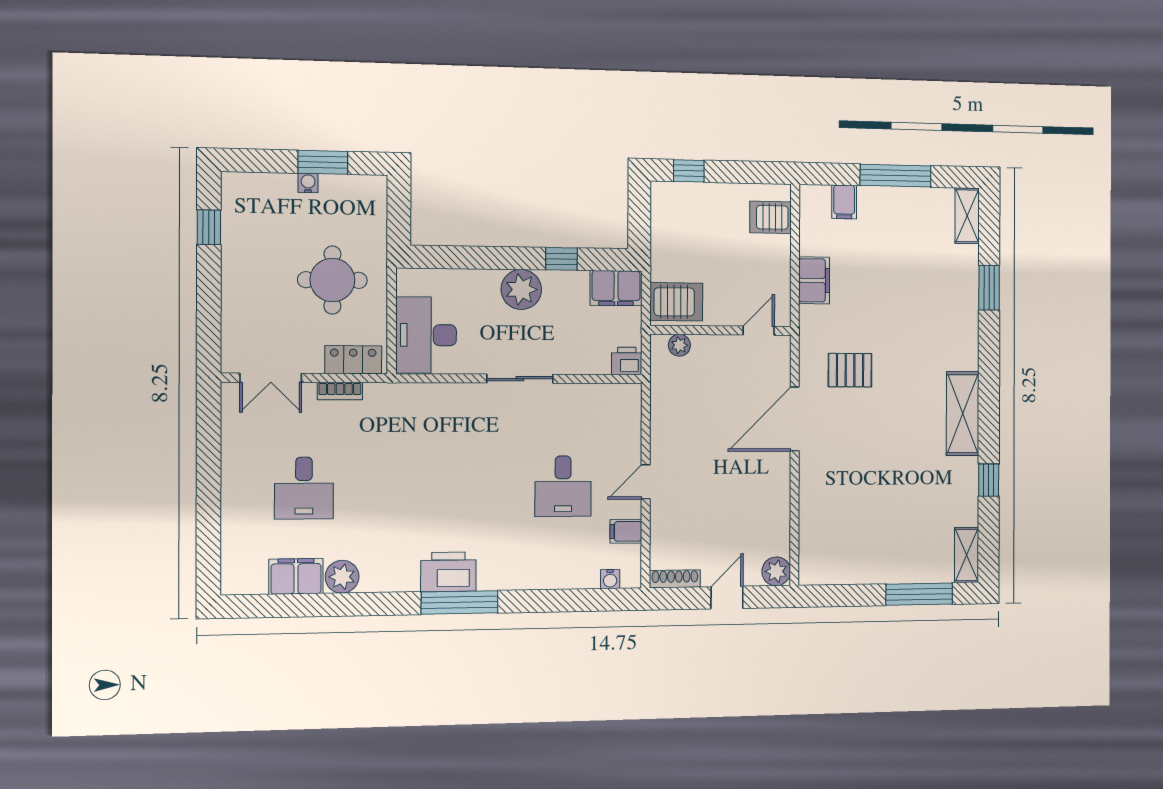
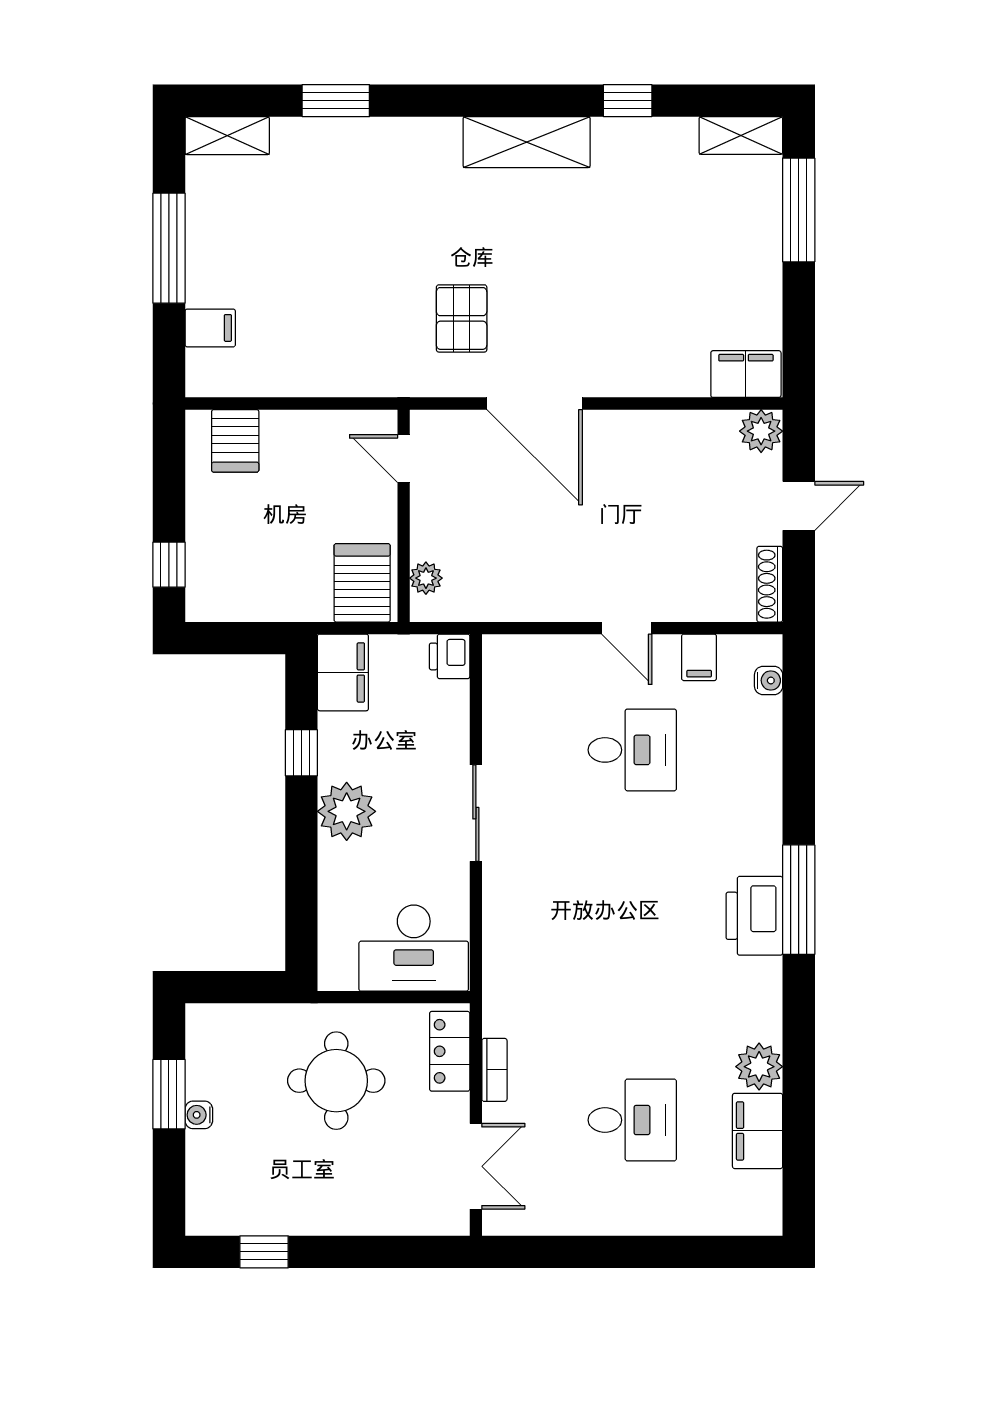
filing cabinet: (814, 280) -> (746, 374), moved
door: (727, 598) -> (799, 506), swing flipped

